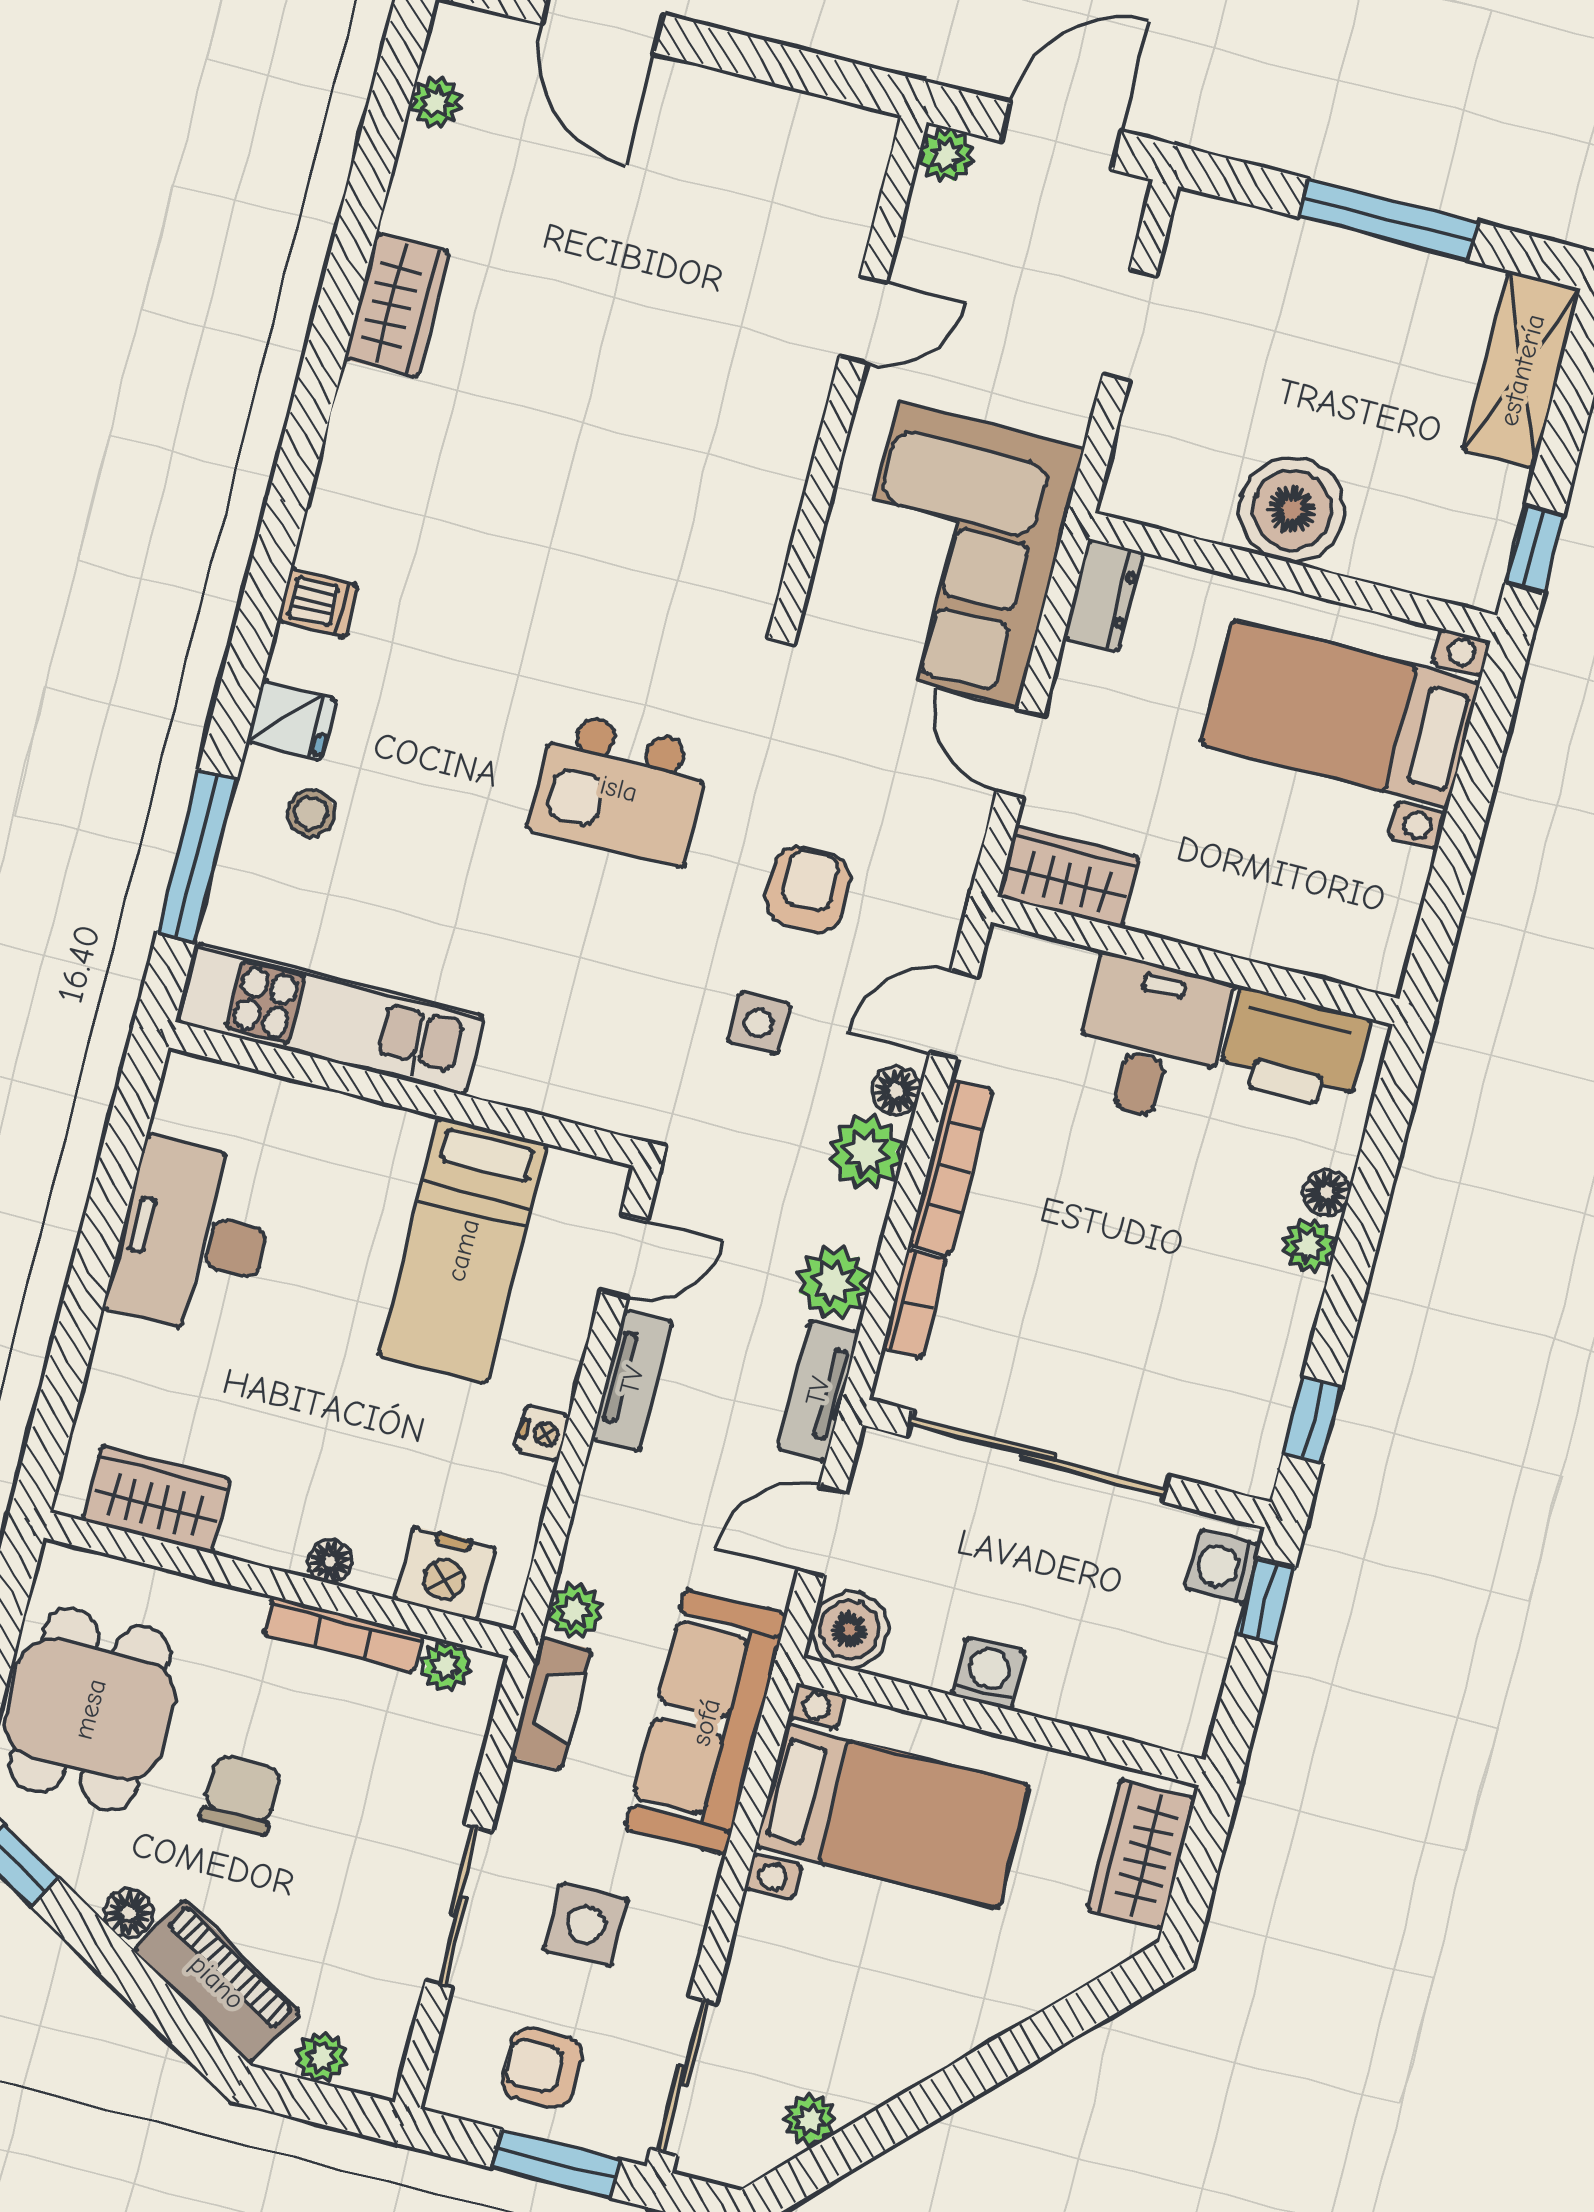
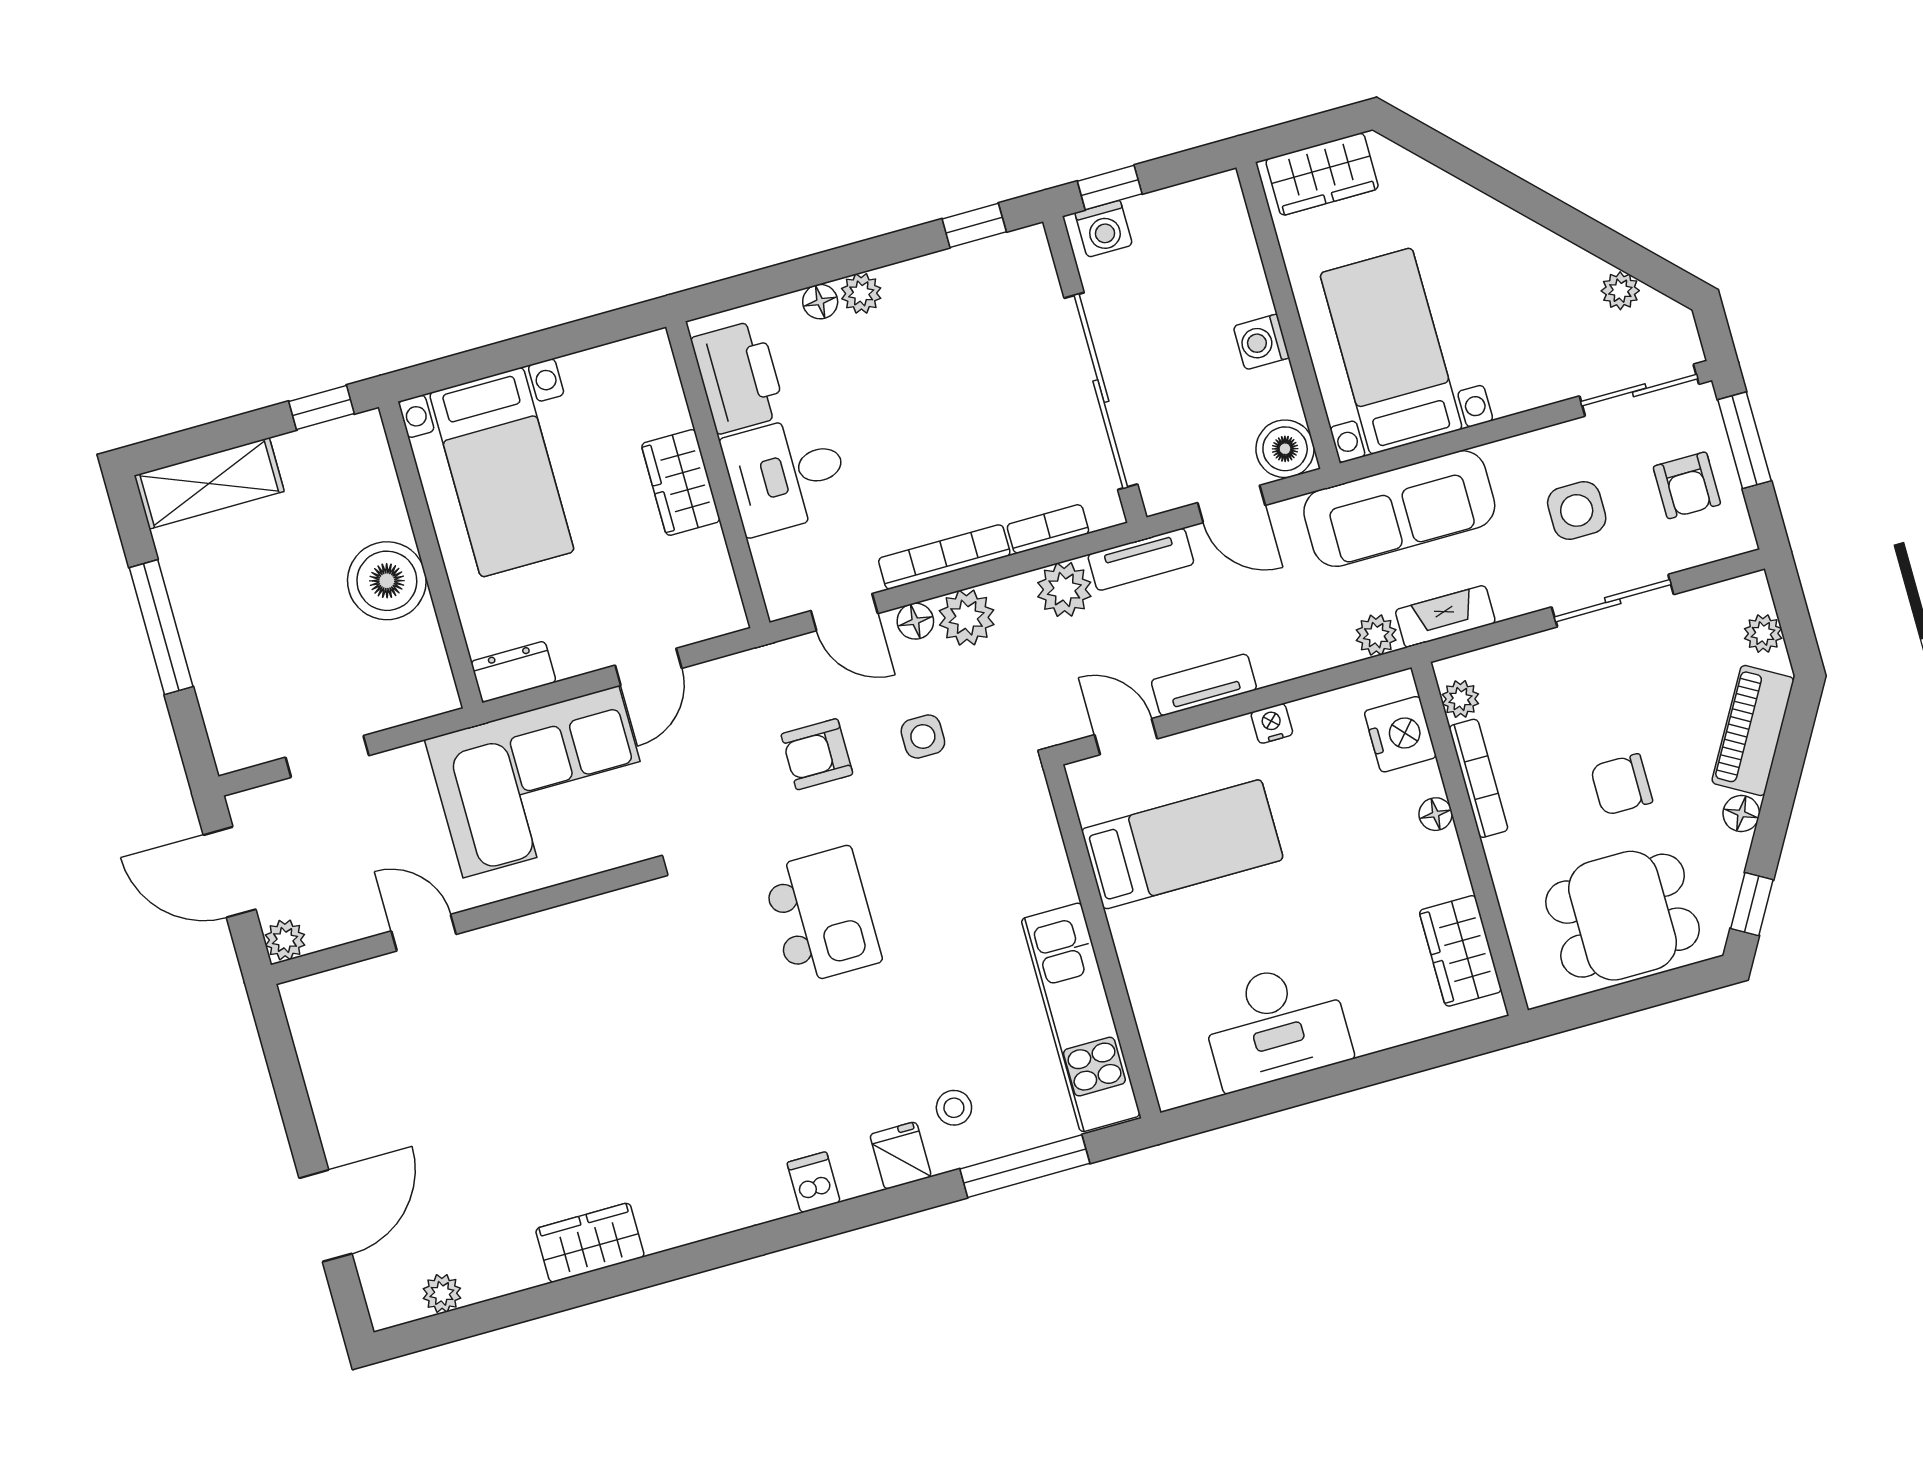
wardrobe: (1068, 876) -> (681, 482), moved

